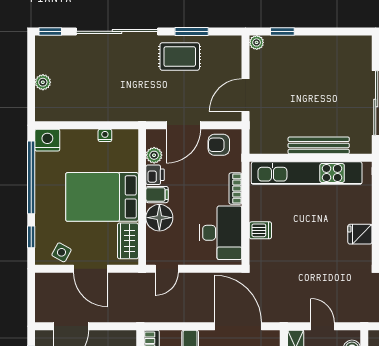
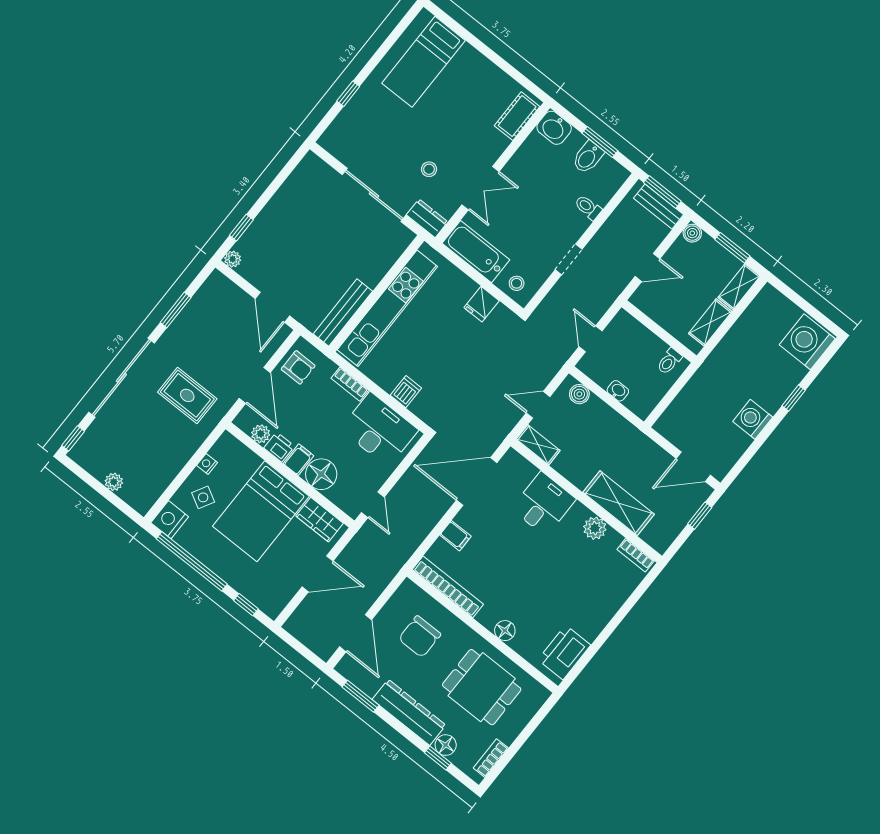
rug: (180, 57) -> (187, 395), moved, turned 90
armchair: (219, 145) -> (298, 367), turned -90
bench: (319, 145) -> (343, 313), moved
side table: (62, 252) -> (203, 497), moved

